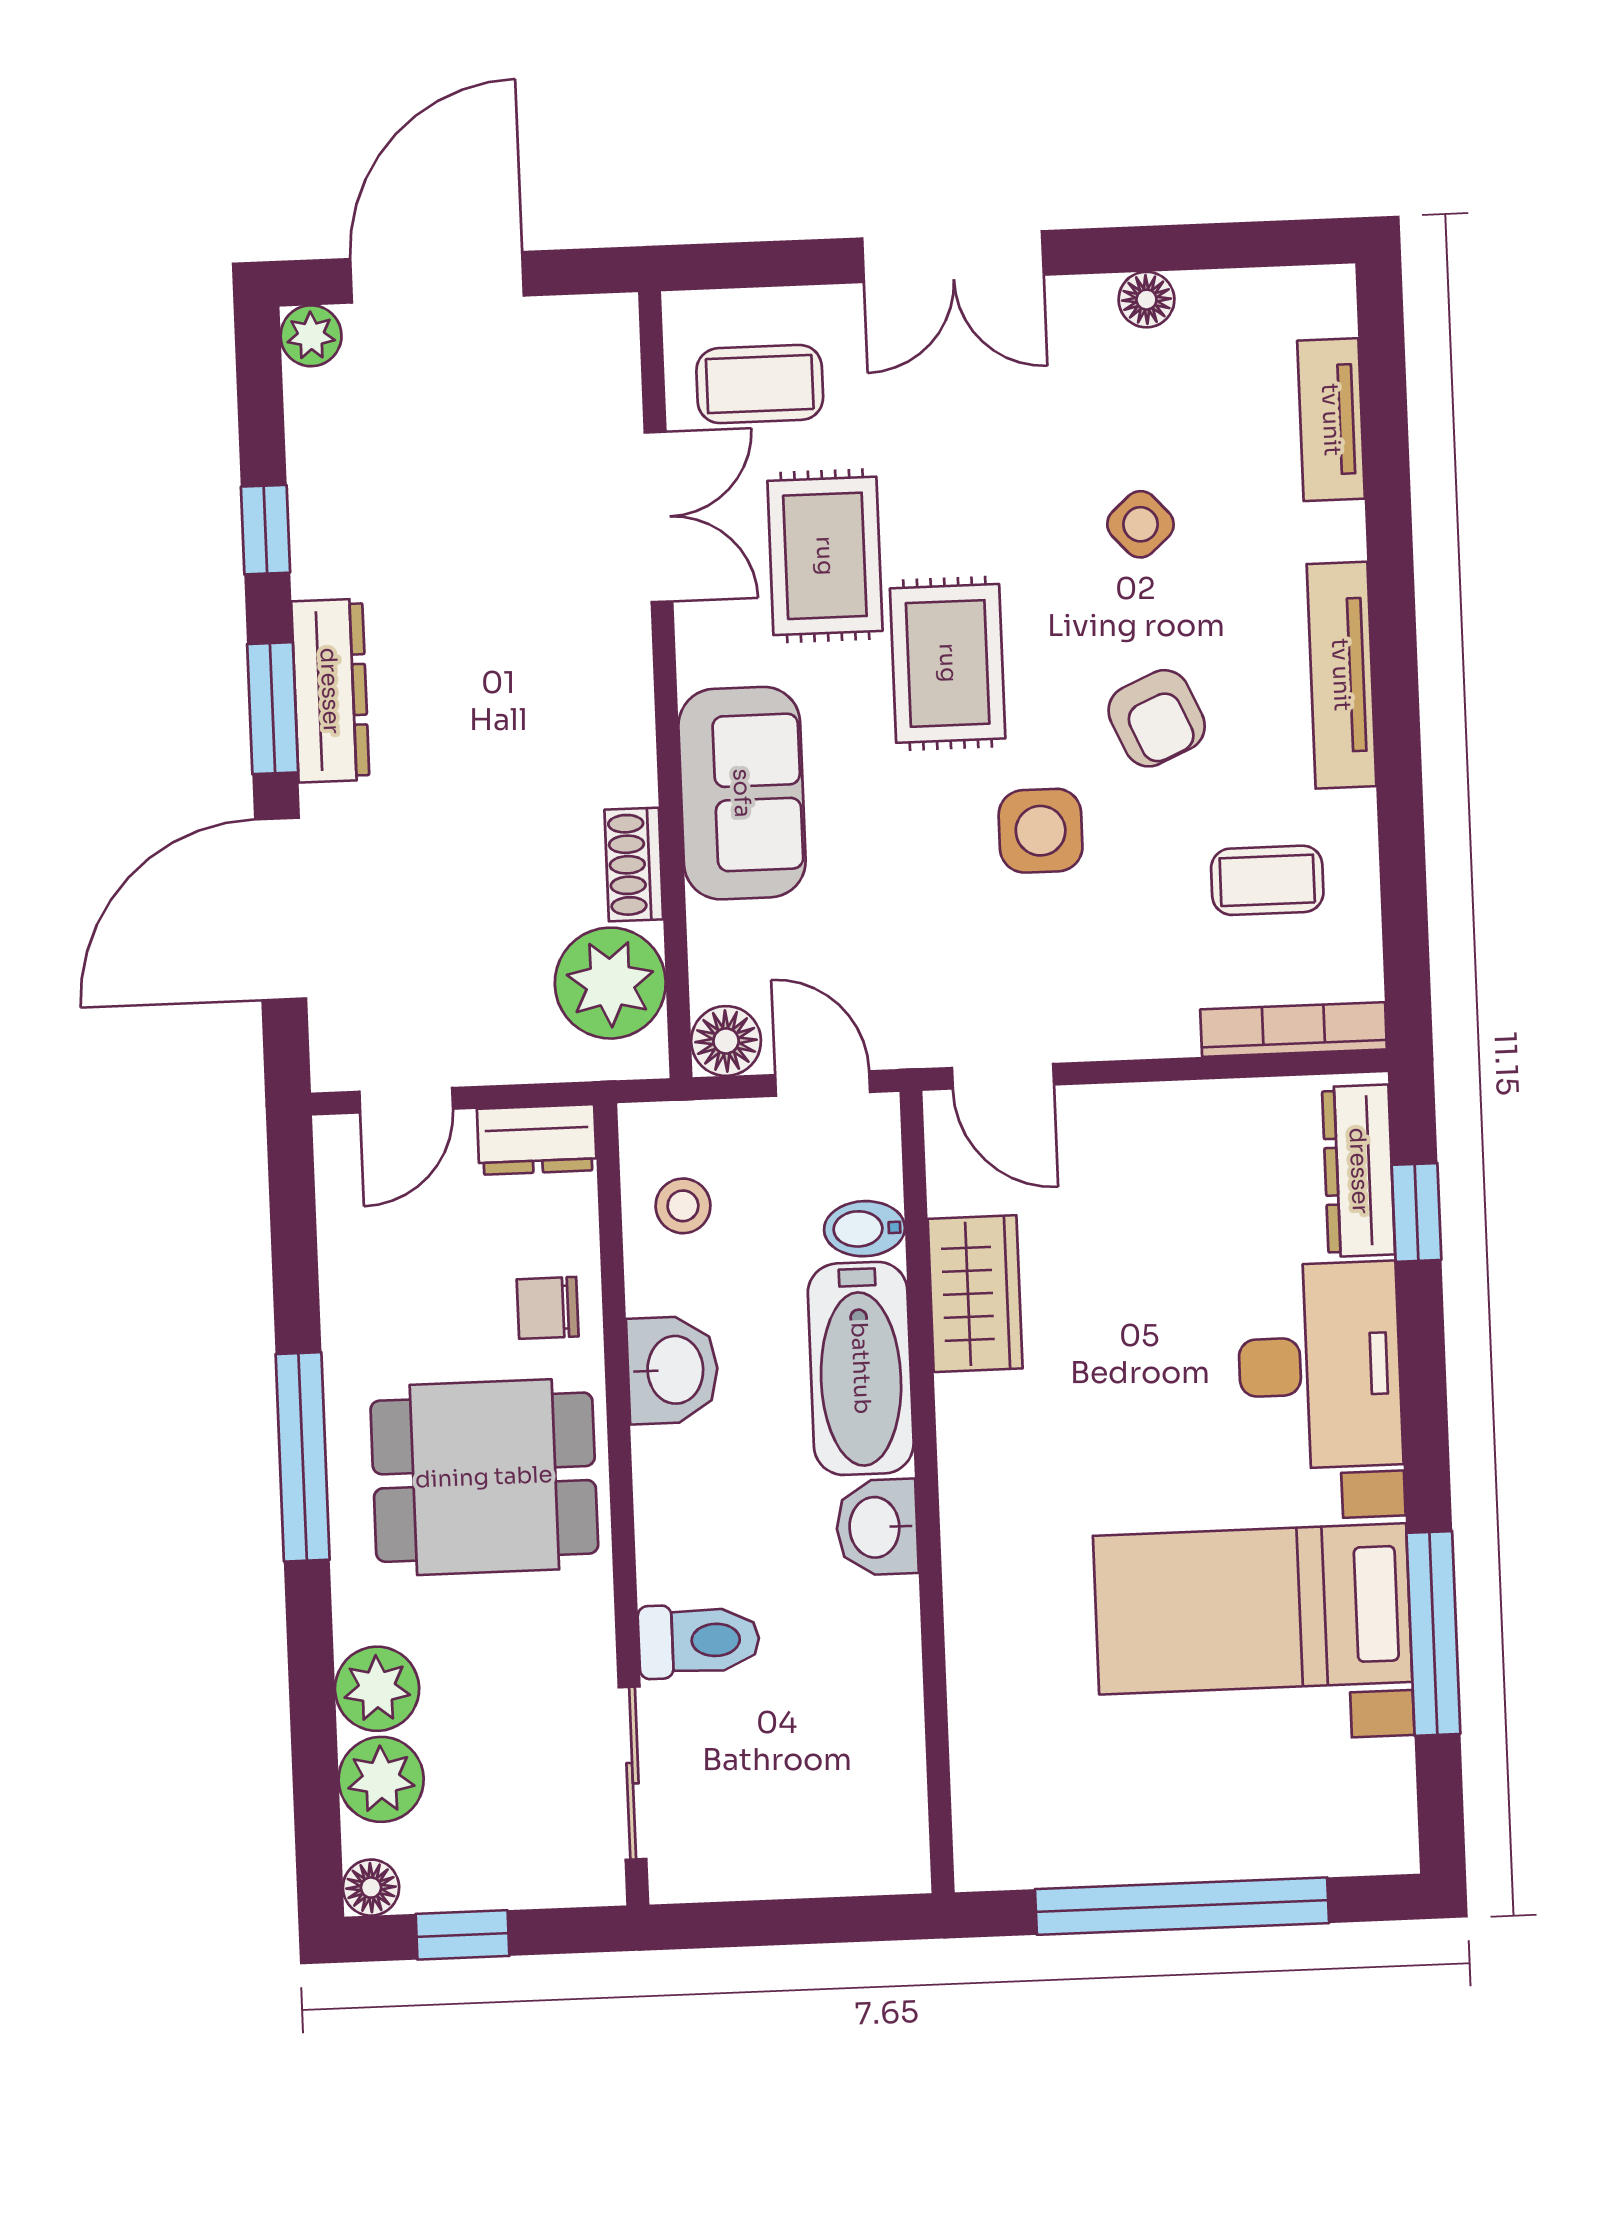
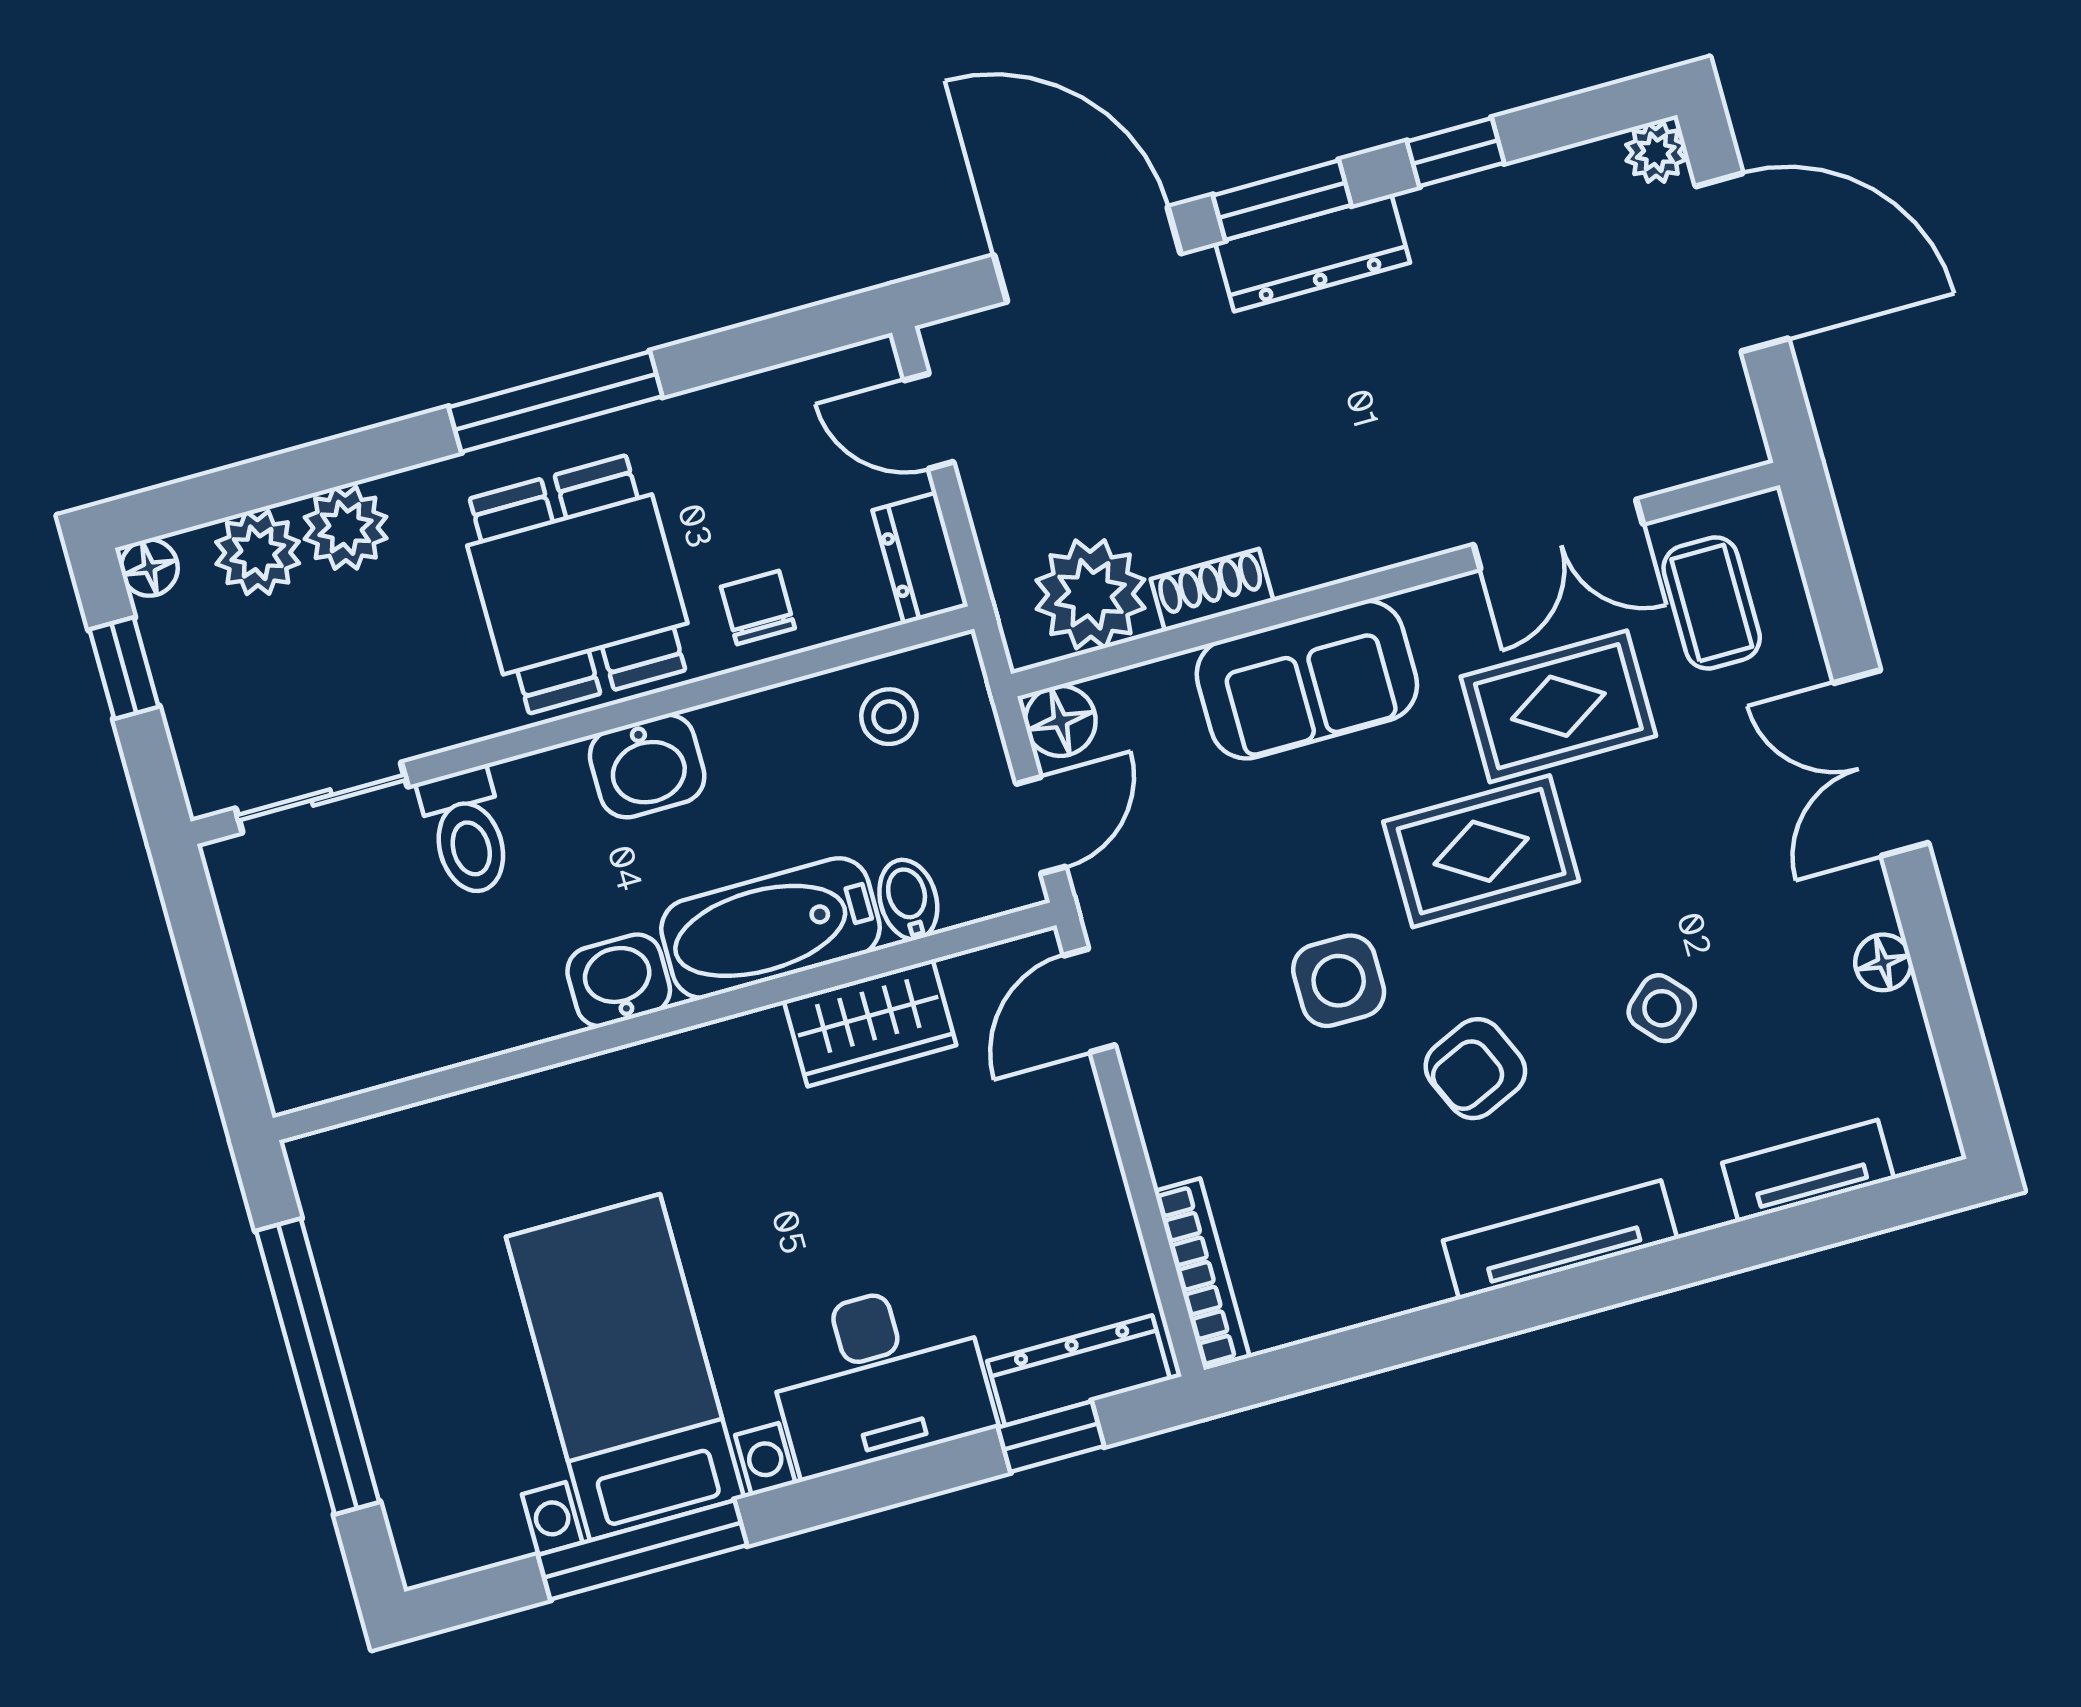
coffee table: (1267, 880) -> (1342, 1214), removed
washbasin: (673, 1370) -> (647, 766), moved

